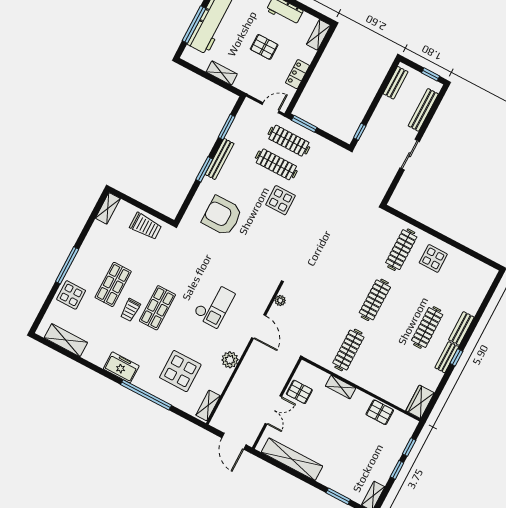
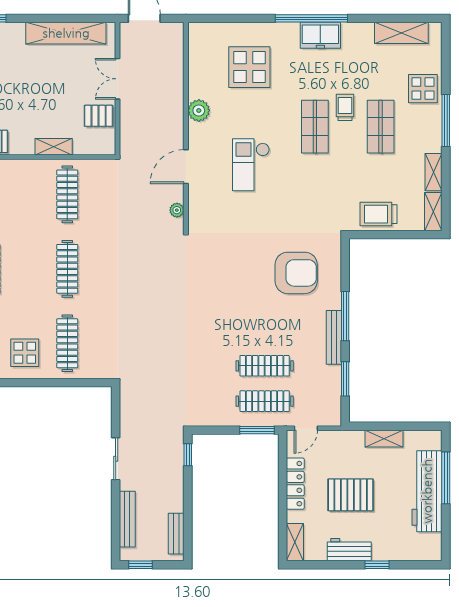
pallet: (264, 47) -> (351, 495), width x1.50, depth x1.42
locker: (297, 74) -> (295, 484), width x1.53
window: (204, 169) -> (345, 316), width x1.44
display table: (281, 200) -> (238, 327), removed
door: (259, 327) -> (186, 167), hinge flipped
window: (146, 395) -> (311, 18), moved
shelving: (208, 406) -> (433, 172), moved

